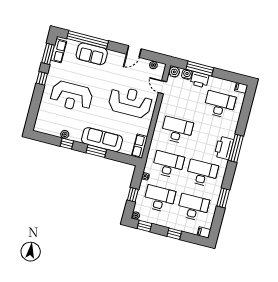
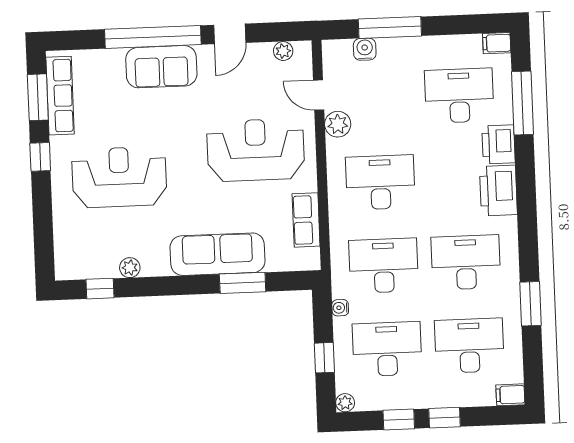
window: (88, 40) -> (153, 37), moved
row of seats: (59, 51) -> (60, 96), width x1.48
sofa: (92, 54) -> (161, 67), moved
plant: (174, 72) -> (338, 124), moved
printer: (200, 80) -> (499, 144), moved, turned 90
reception desk: (71, 96) -> (119, 177), turned 180
window: (67, 144) -> (100, 289), moved
row of seats: (140, 146) -> (306, 220), moved
window: (236, 148) -> (522, 103), moved
window: (96, 151) -> (243, 283), moved
window: (144, 226) -> (399, 420), moved

